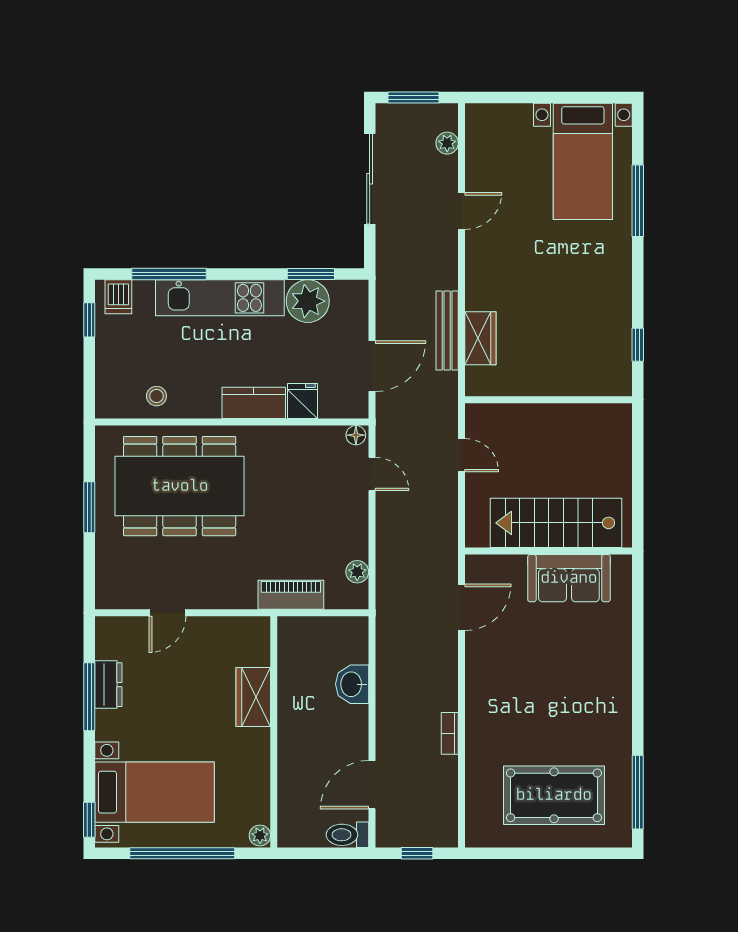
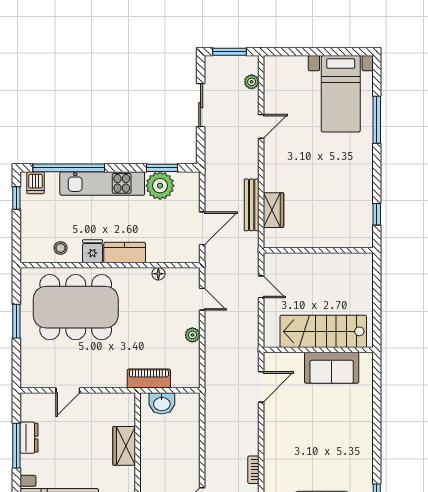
sliding door: (370, 179) -> (201, 105), width x0.73
window: (169, 274) -> (69, 168), width x1.46
fridge: (303, 401) -> (93, 251), moved
floor lamp: (356, 435) -> (158, 274), moved
plant: (357, 572) -> (192, 335), moved
washbasin: (352, 684) -> (162, 403), moved, turned -90

